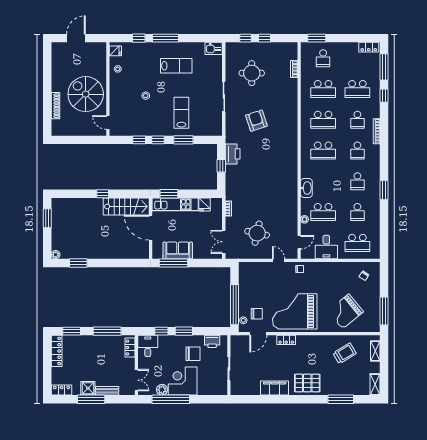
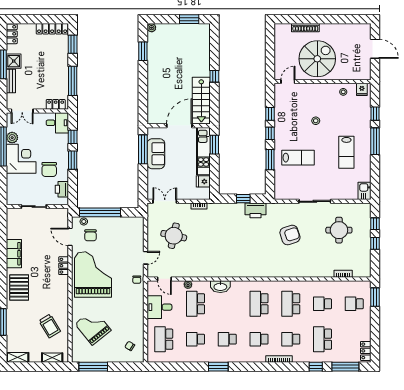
school desk: (323, 89) -> (322, 304), width x0.54

